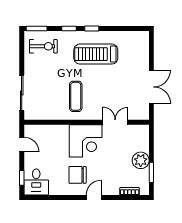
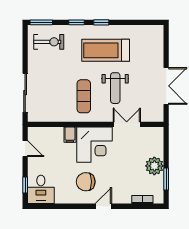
weight bench: (105, 89) -> (115, 88), added
filing cabinet: (63, 132) -> (70, 135), added

